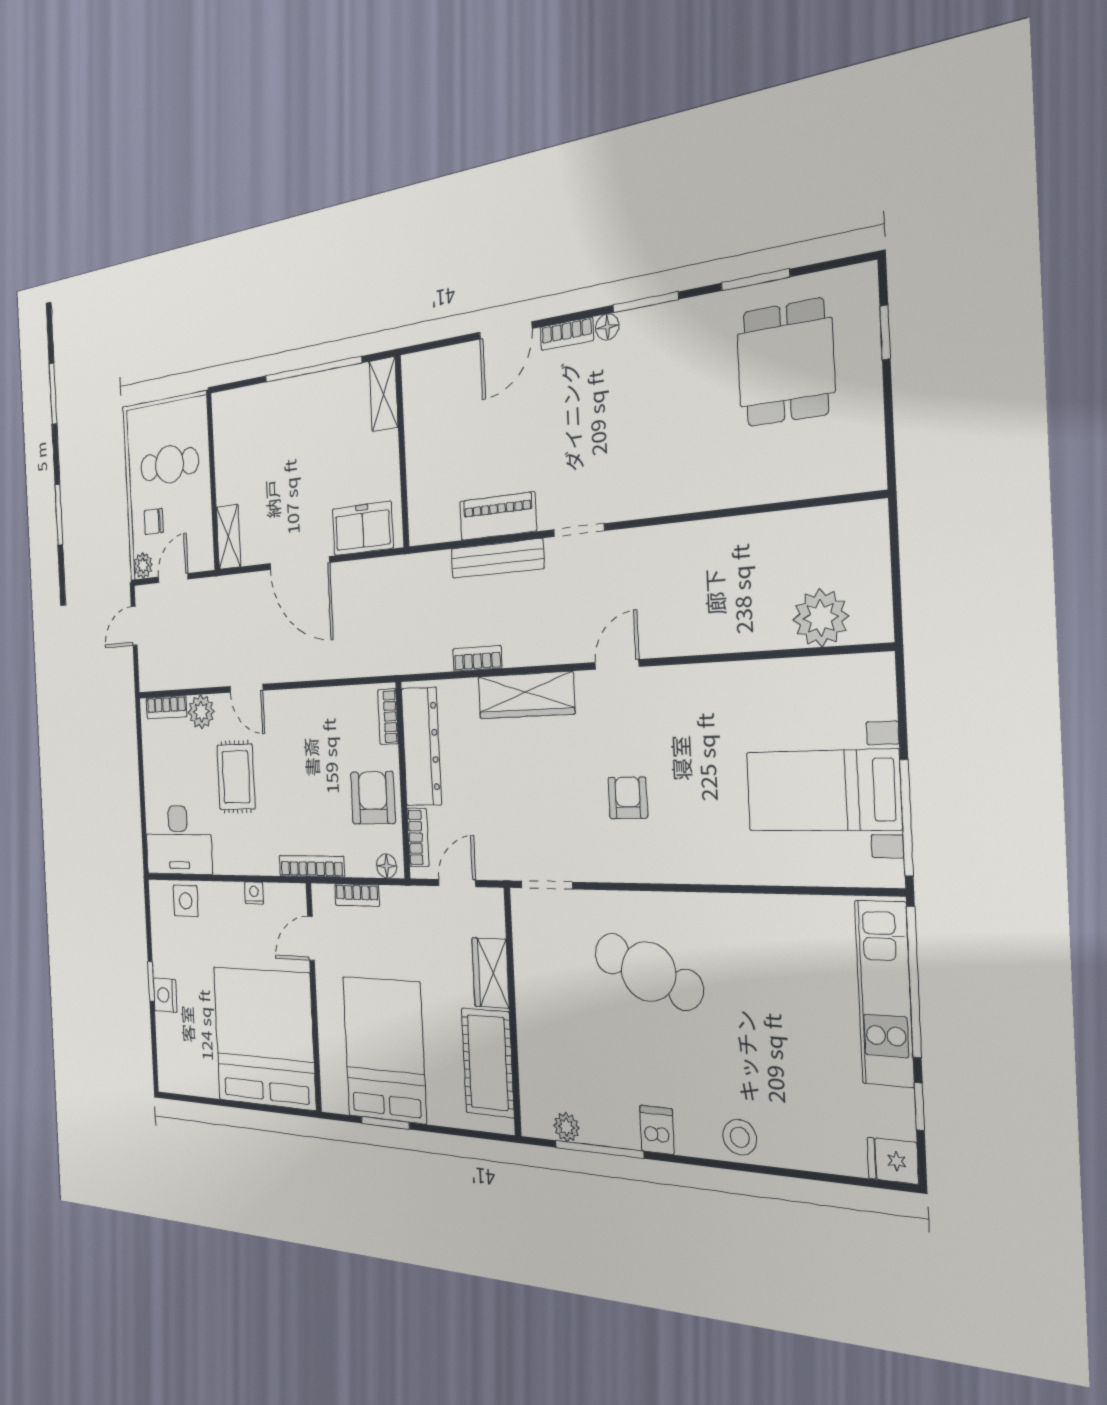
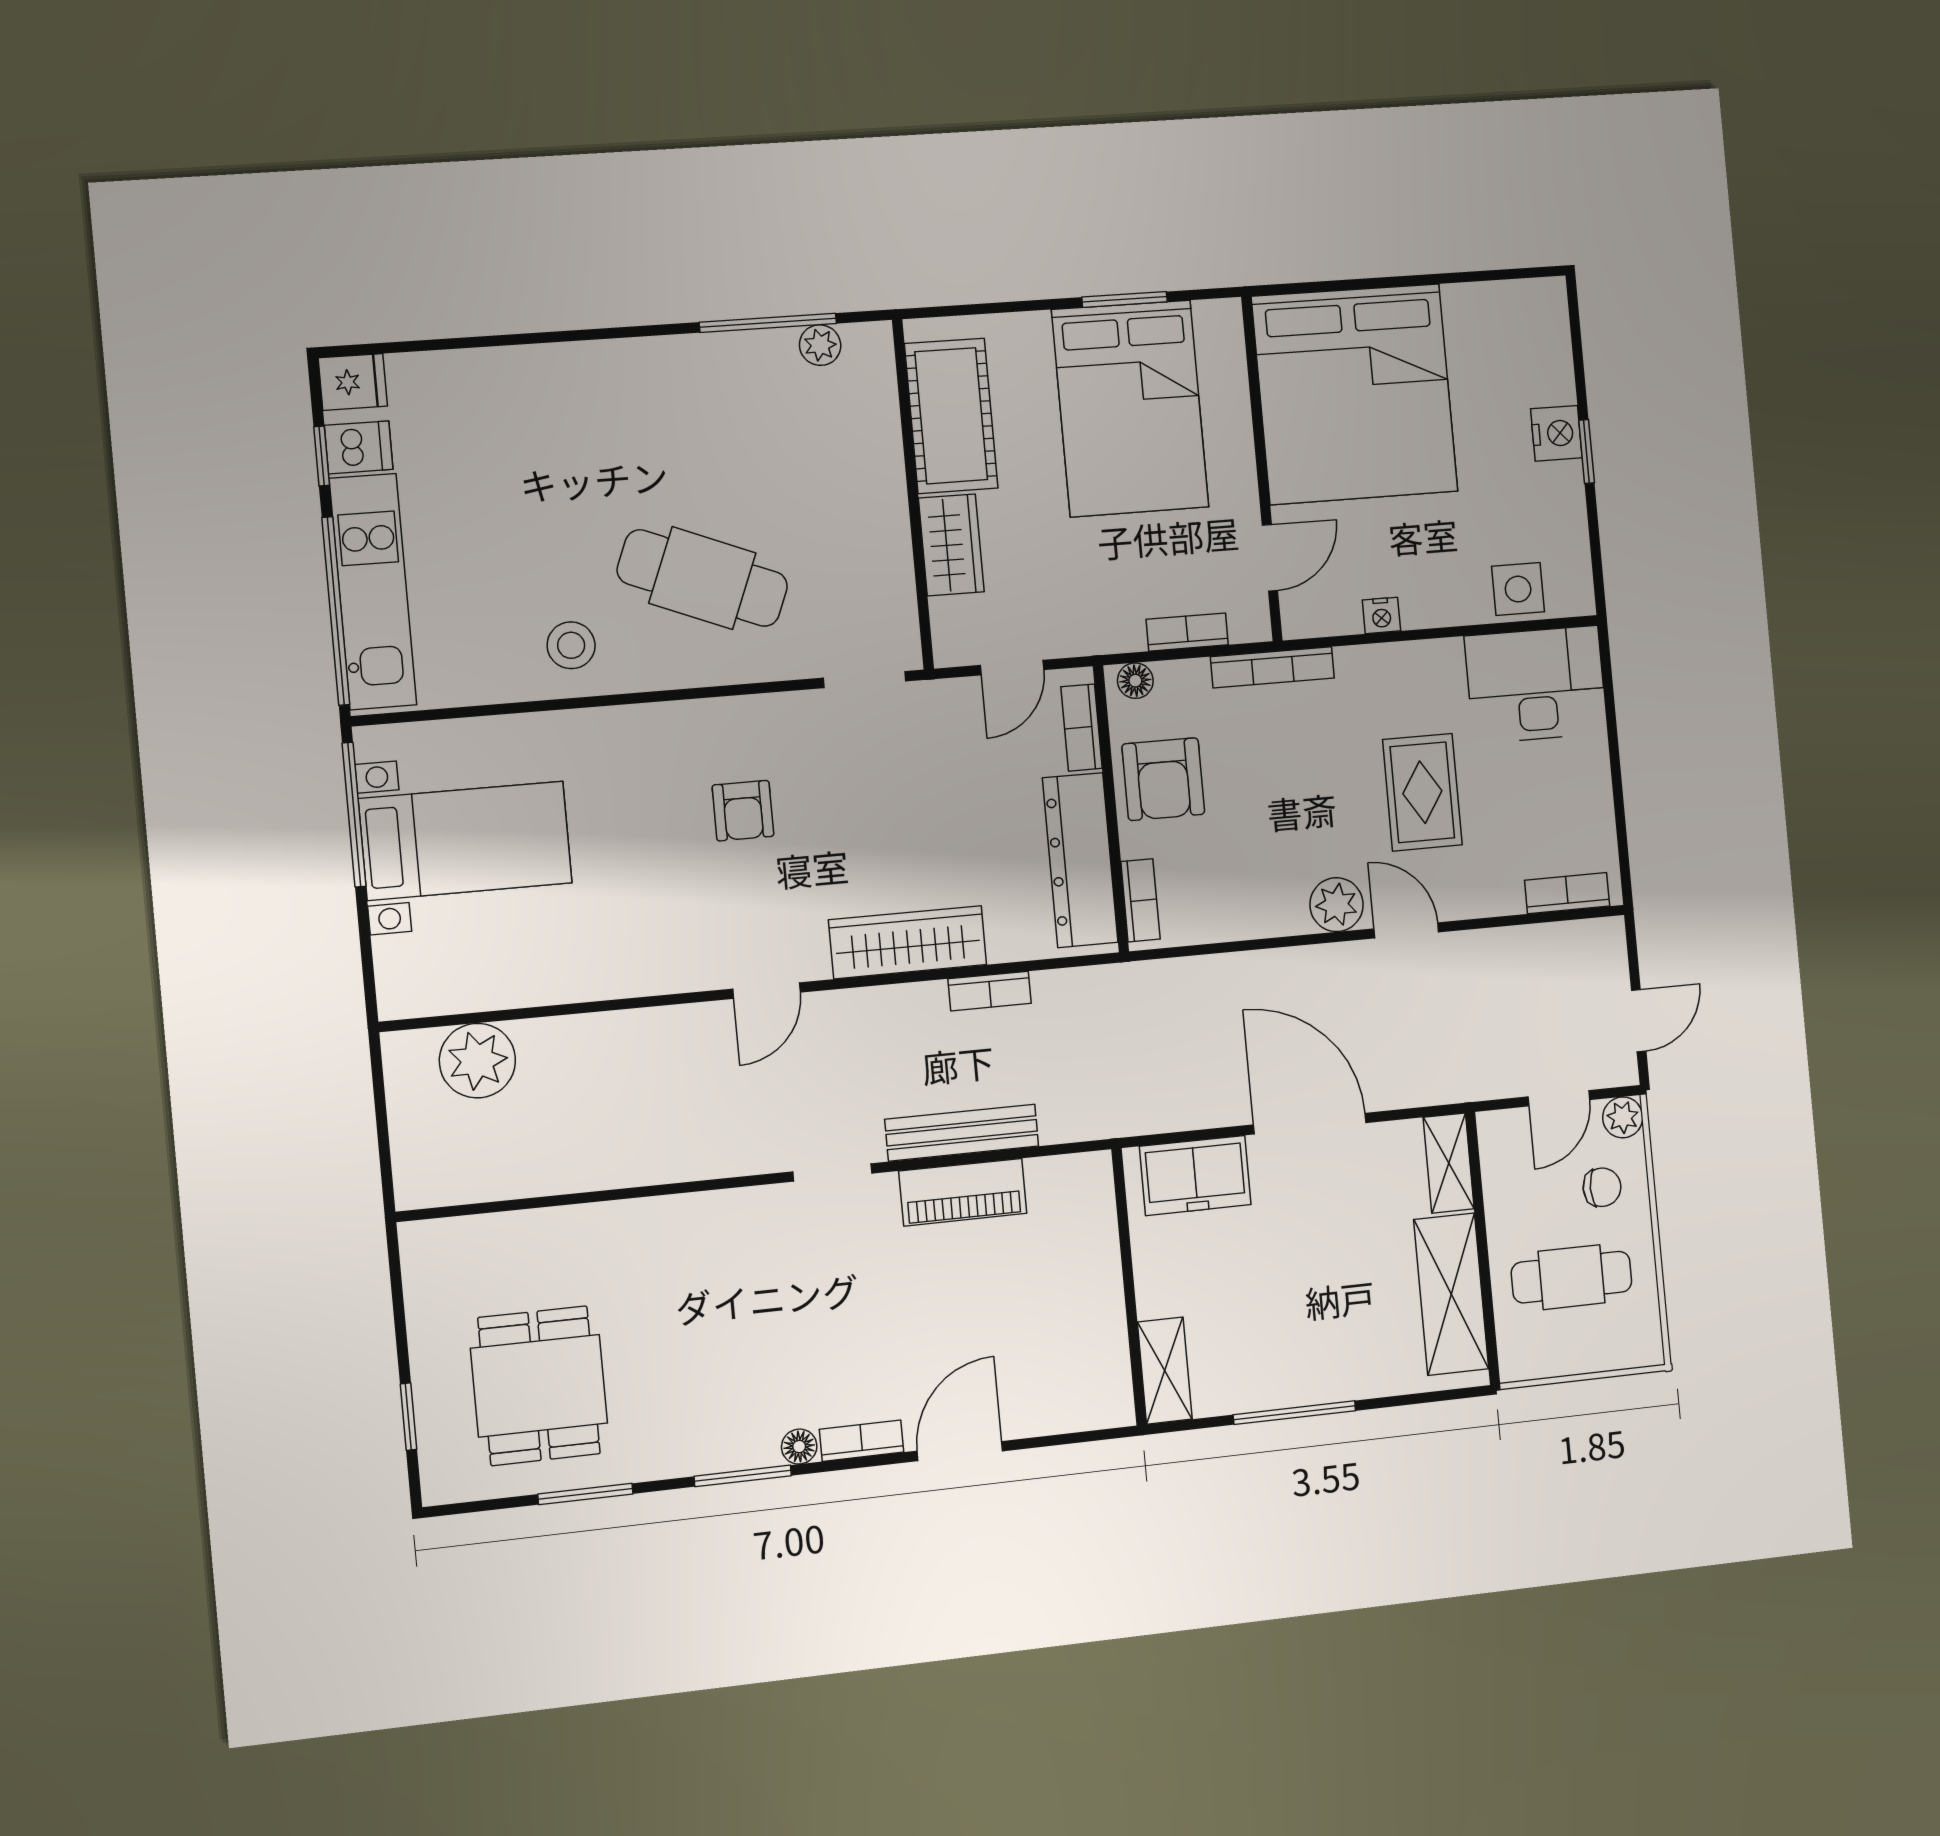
window: (313, 369) -> (1294, 1413), width x0.68
shelving: (229, 452) -> (1451, 1294), added
plant: (201, 712) -> (1336, 905), moved
dishwasher: (657, 1130) -> (359, 447), moved, turned -90
stool: (740, 1137) -> (571, 645), moved

